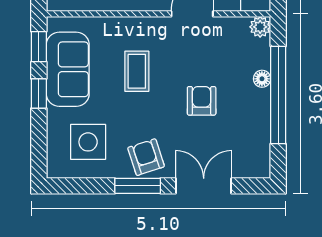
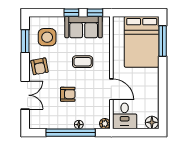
armchair: (146, 157) -> (39, 66), turned 97
window: (138, 186) -> (25, 41), moved

